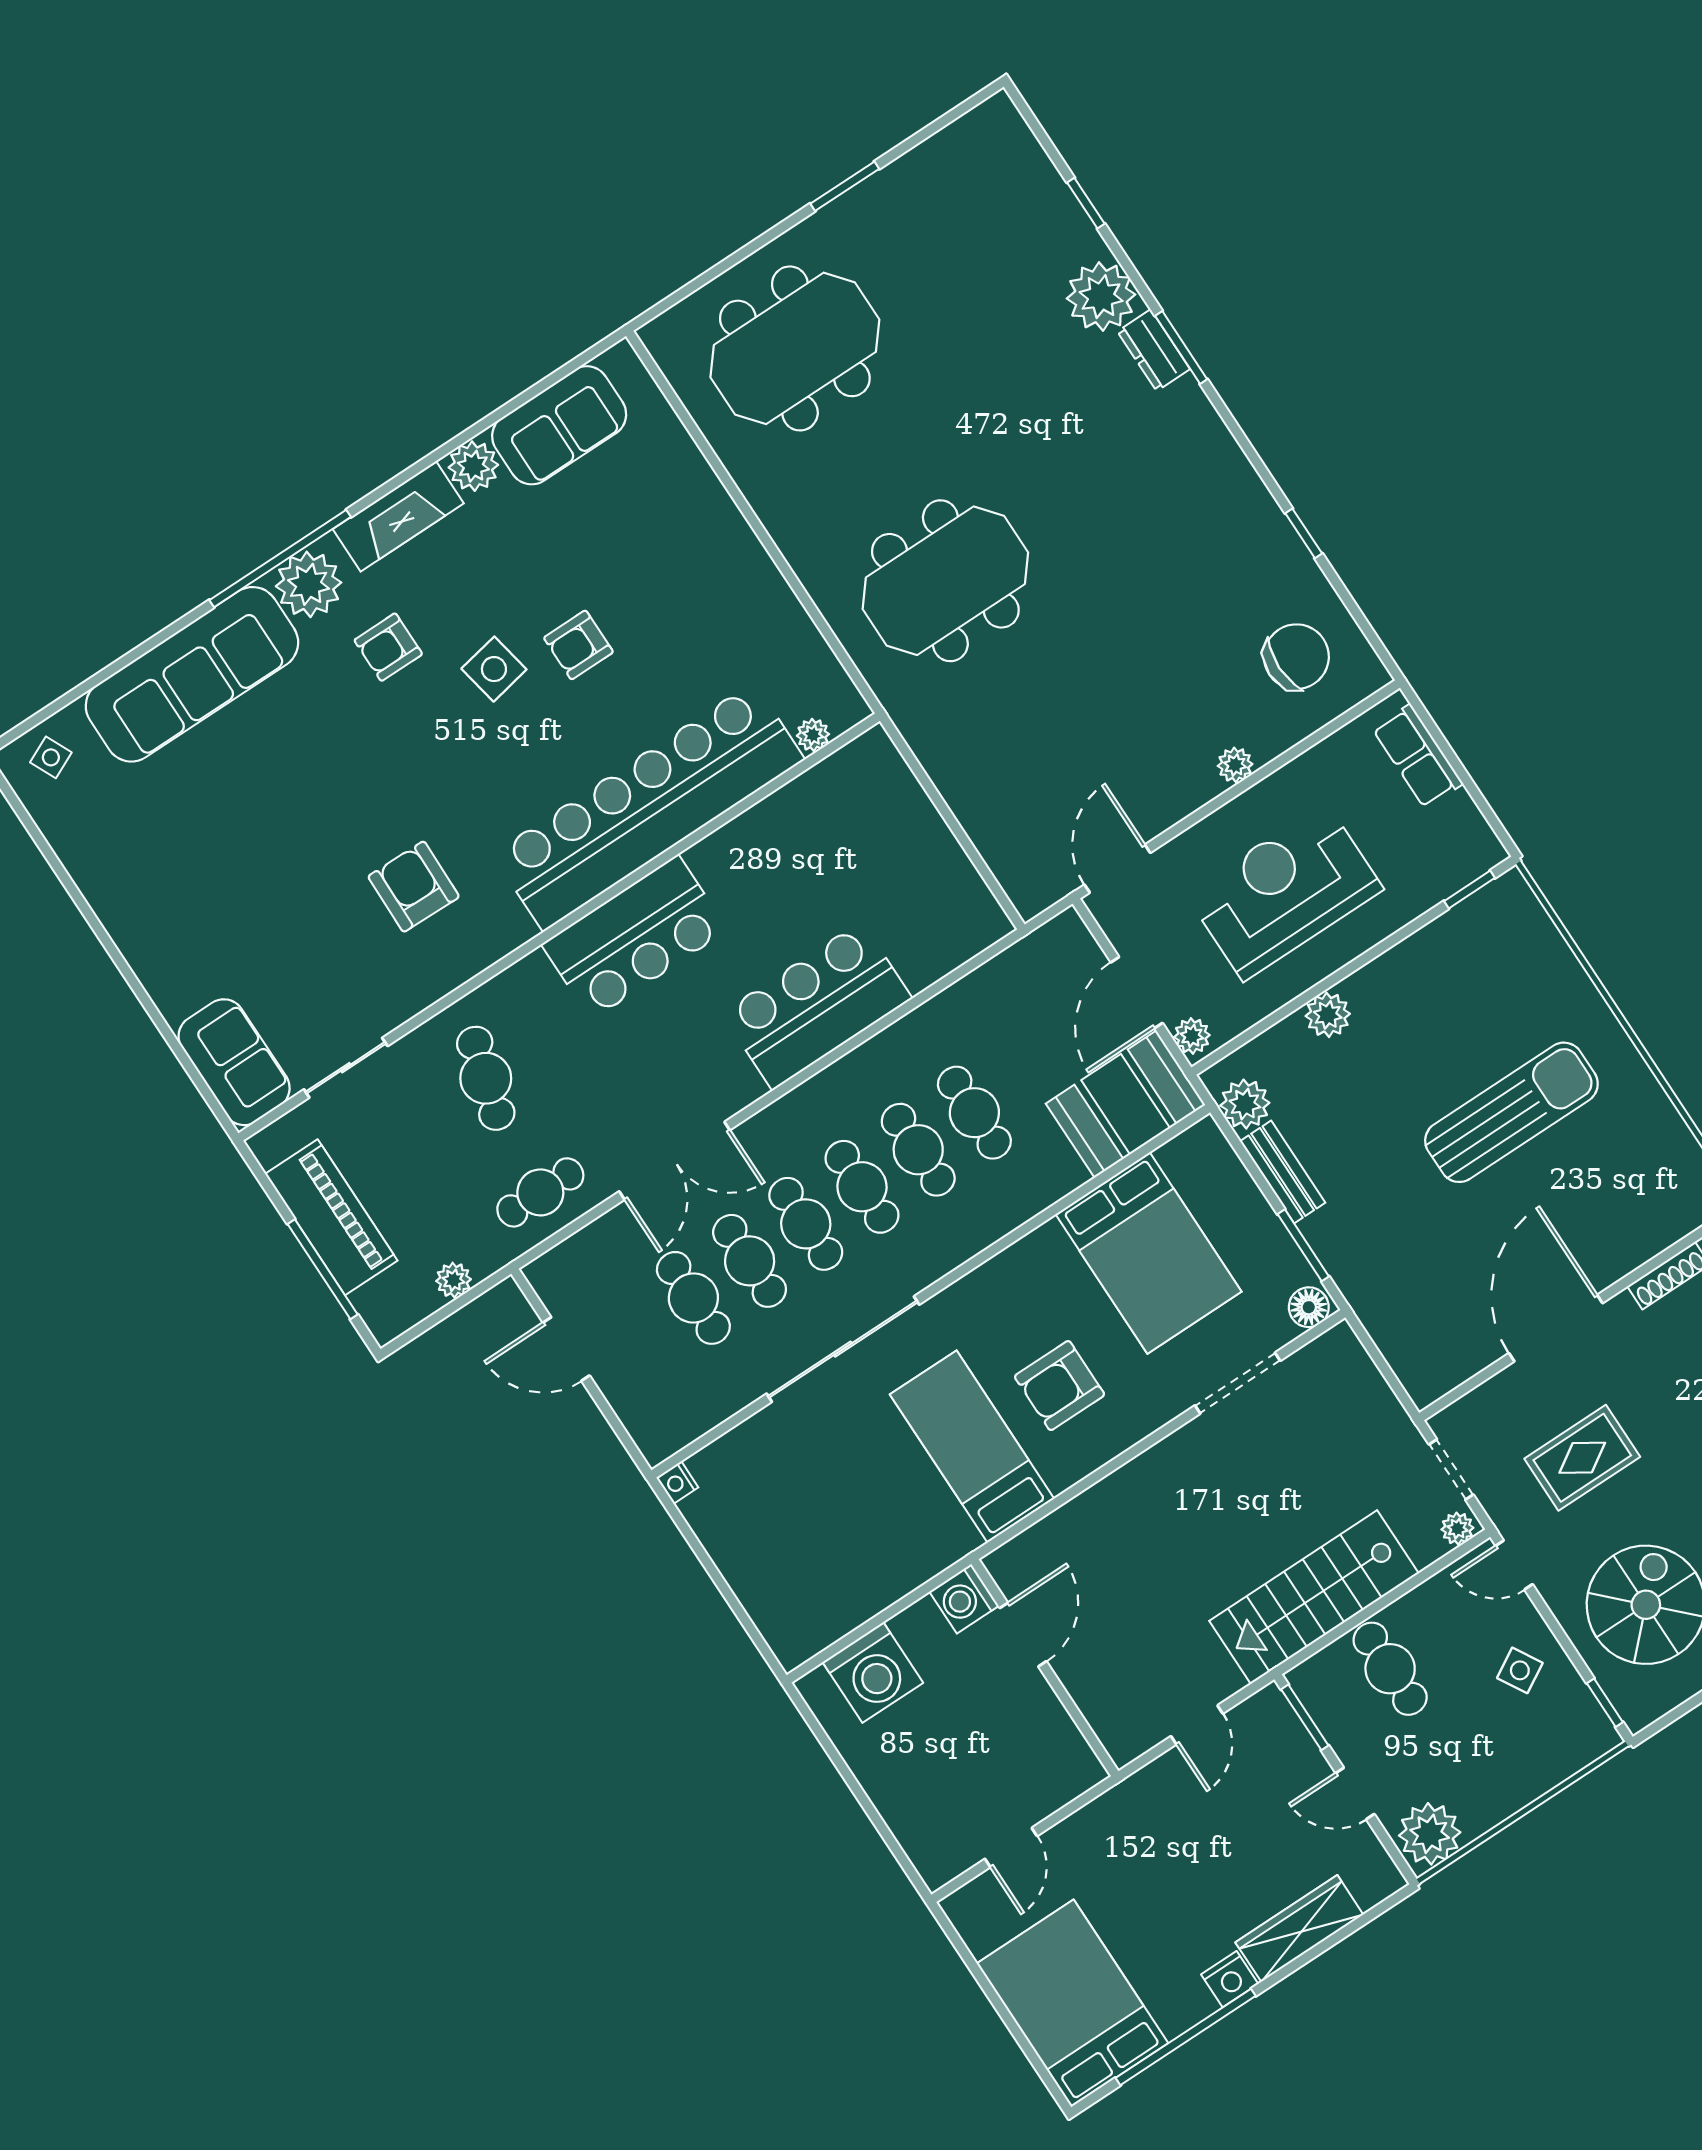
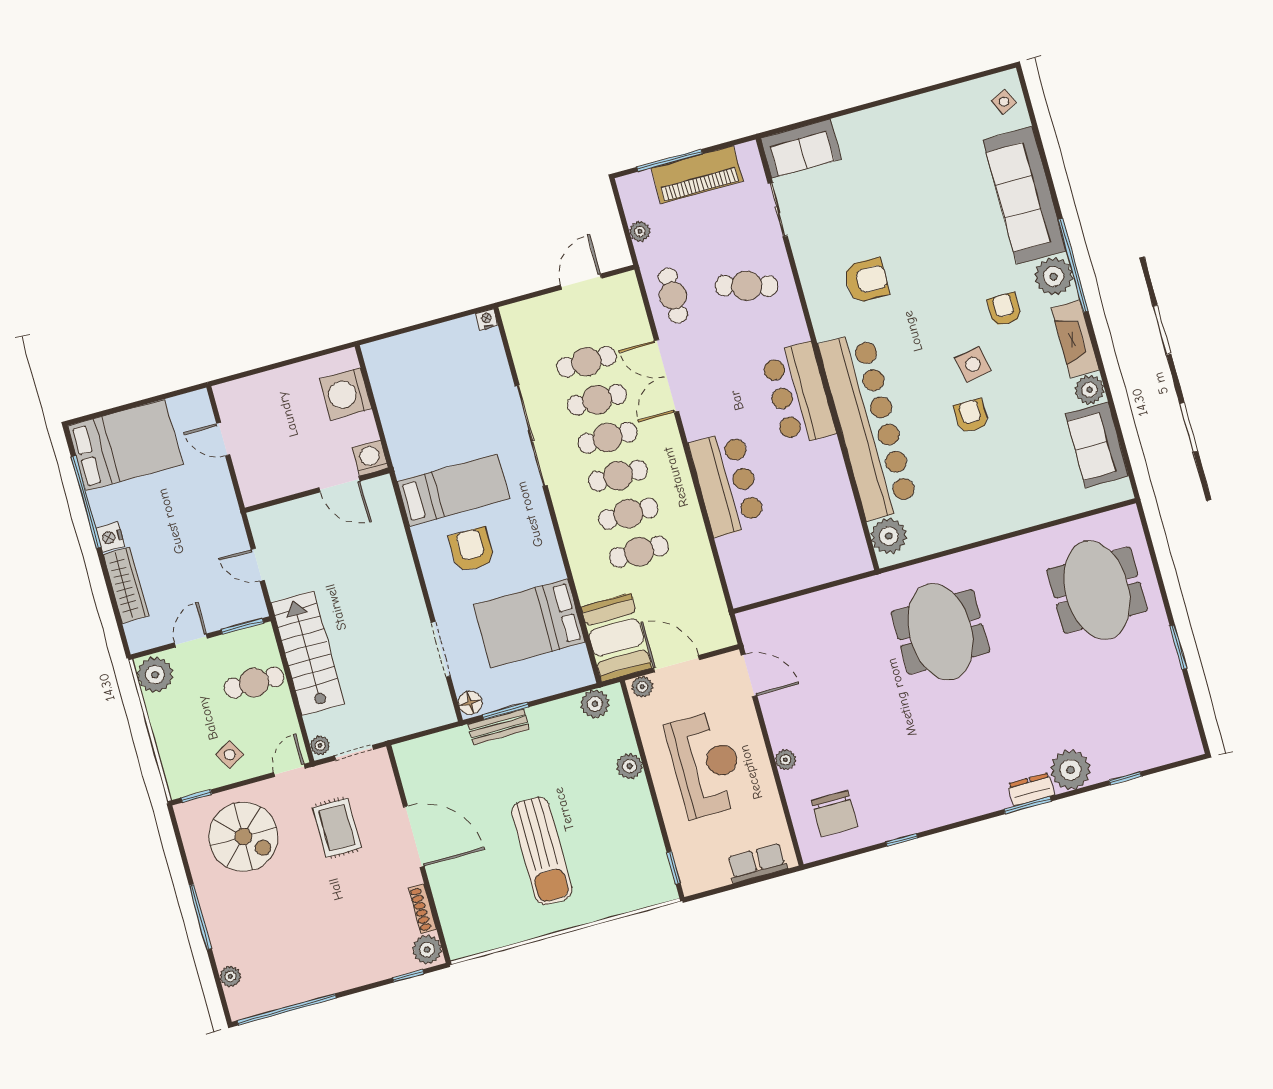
plant: (813, 735) -> (889, 536), width x1.88, depth x1.88
bench: (1283, 1172) -> (499, 727), moved

